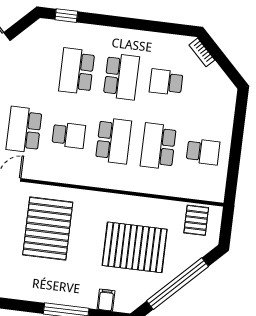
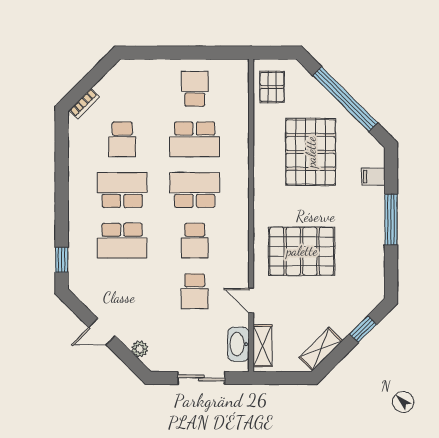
school desk: (24, 130) -> (195, 291), width x0.54
school desk: (69, 135) -> (195, 241), turned 180
pallet: (196, 220) -> (272, 87), turned 90

